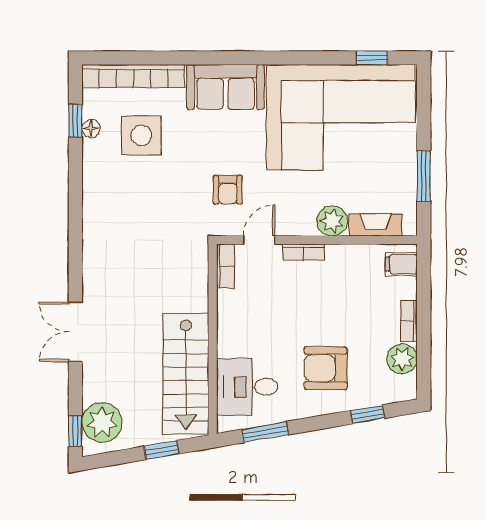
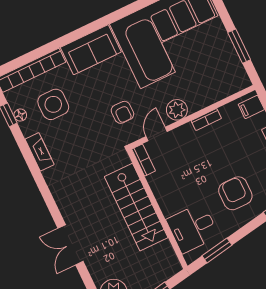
plant: (332, 221) -> (177, 110), moved
fireplace: (376, 225) -> (40, 152), moved, turned 90
bookcase: (303, 252) -> (206, 120), moved
armchair: (326, 368) -> (235, 193), turned 90
stairs: (186, 374) -> (136, 207), moved

